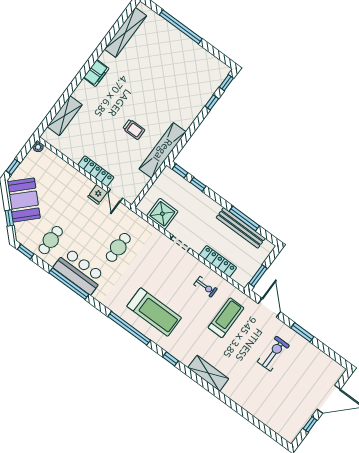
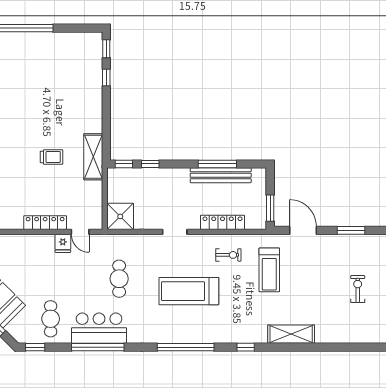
shelving: (163, 150) -> (93, 157), width x0.68
shower: (162, 214) -> (120, 216), moved
treadmill: (154, 312) -> (189, 291), moved, turned 180
treadmill: (226, 318) -> (269, 270), turned 180
exercise bike: (273, 354) -> (358, 289), moved, width x0.73, depth x0.72

